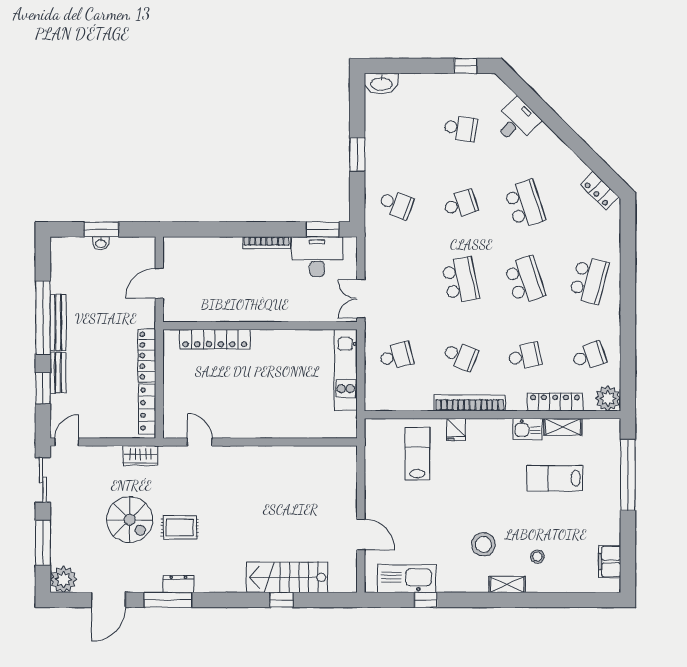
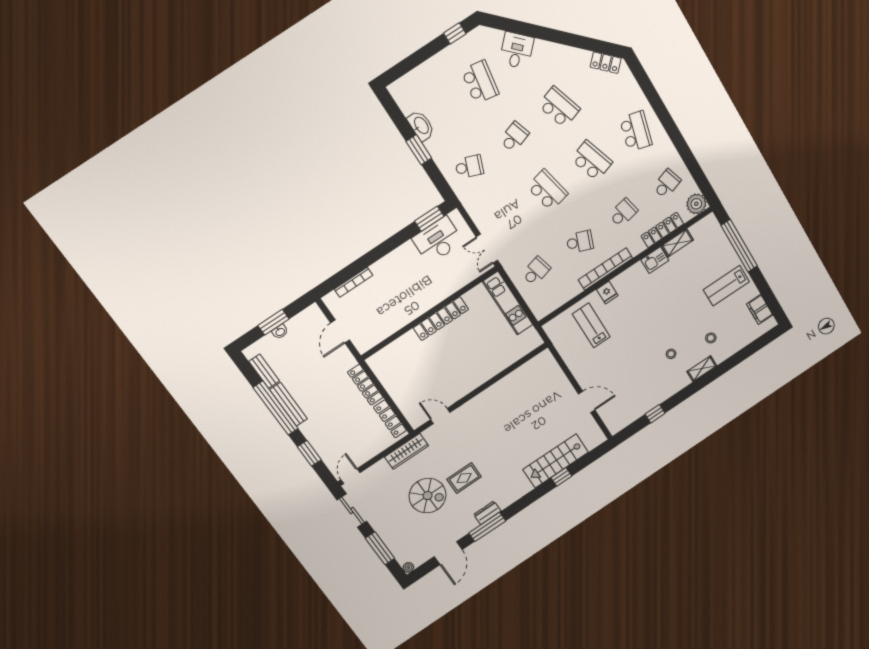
washbasin: (381, 83) -> (421, 126), moved, turned -90
school desk: (460, 128) -> (480, 82), width x1.85
bookcase: (267, 243) -> (354, 282), moved
locker: (215, 339) -> (441, 319), moved
bench: (58, 373) -> (264, 371), moved
wardrobe: (140, 456) -> (407, 451), width x1.50
lab bench: (555, 478) -> (726, 286), moved
stool: (483, 544) -> (671, 354), width x0.53, depth x0.53
plant: (63, 579) -> (408, 567), width x0.53, depth x0.53
kitchen sink: (407, 579) -> (635, 409), removed

